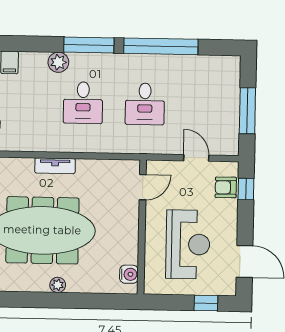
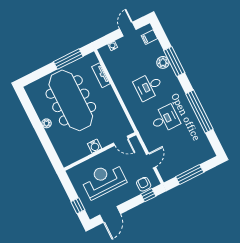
window: (89, 45) -> (174, 61), moved
desk: (145, 104) -> (165, 119), turned 180
tv unit: (55, 166) -> (101, 75), moved
reception desk: (188, 244) -> (103, 180), turned 180
water cooler: (129, 274) -> (95, 146), moved

